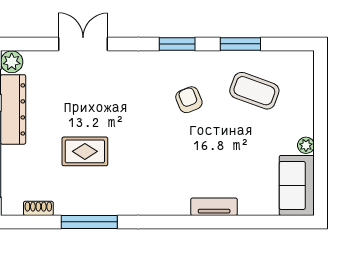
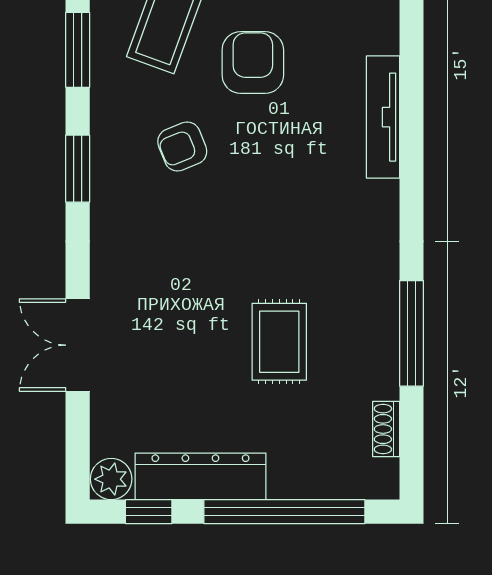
armchair: (234, 137) -> (253, 63), added
tv unit: (214, 207) -> (383, 117), width x1.41

